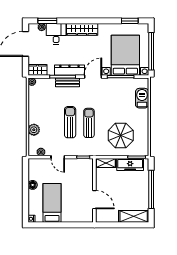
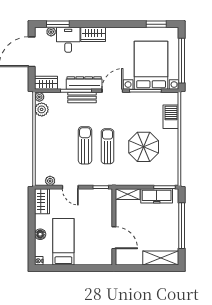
wardrobe: (82, 29) -> (93, 34), width x0.67
plant: (34, 130) -> (42, 109), moved
parasol: (121, 136) -> (144, 147), moved
wardrobe: (34, 169) -> (42, 201), added
floor lamp: (33, 185) -> (40, 234), moved

